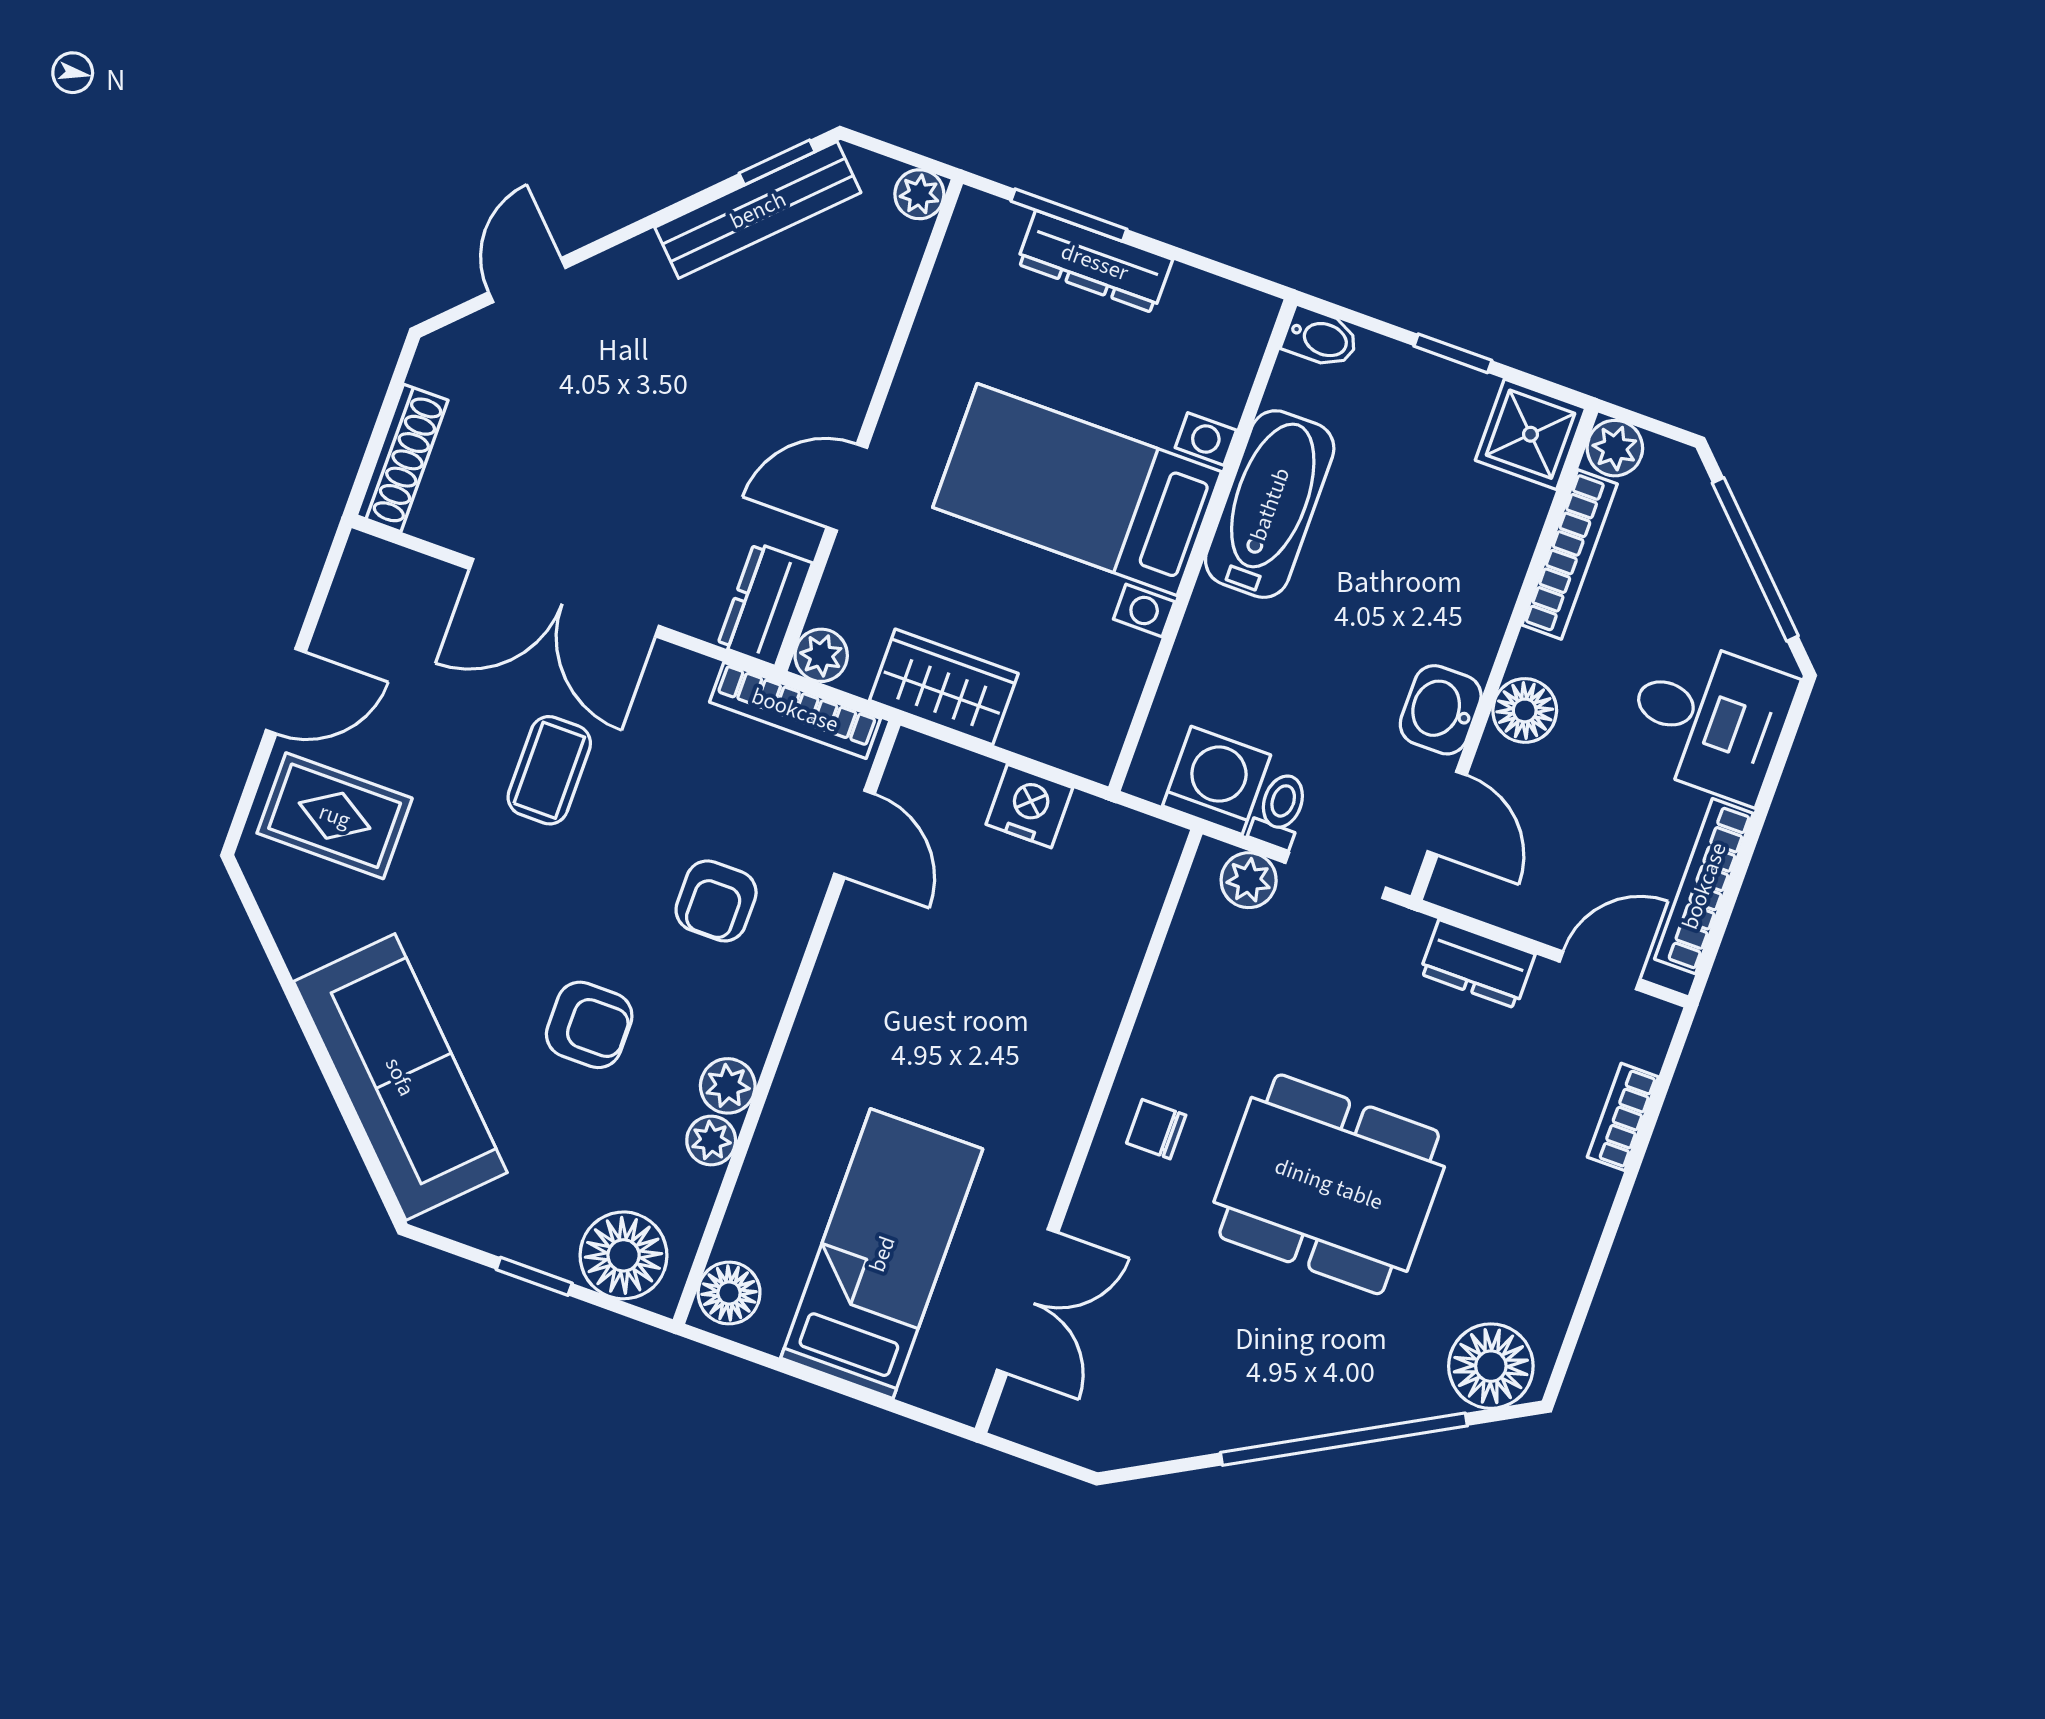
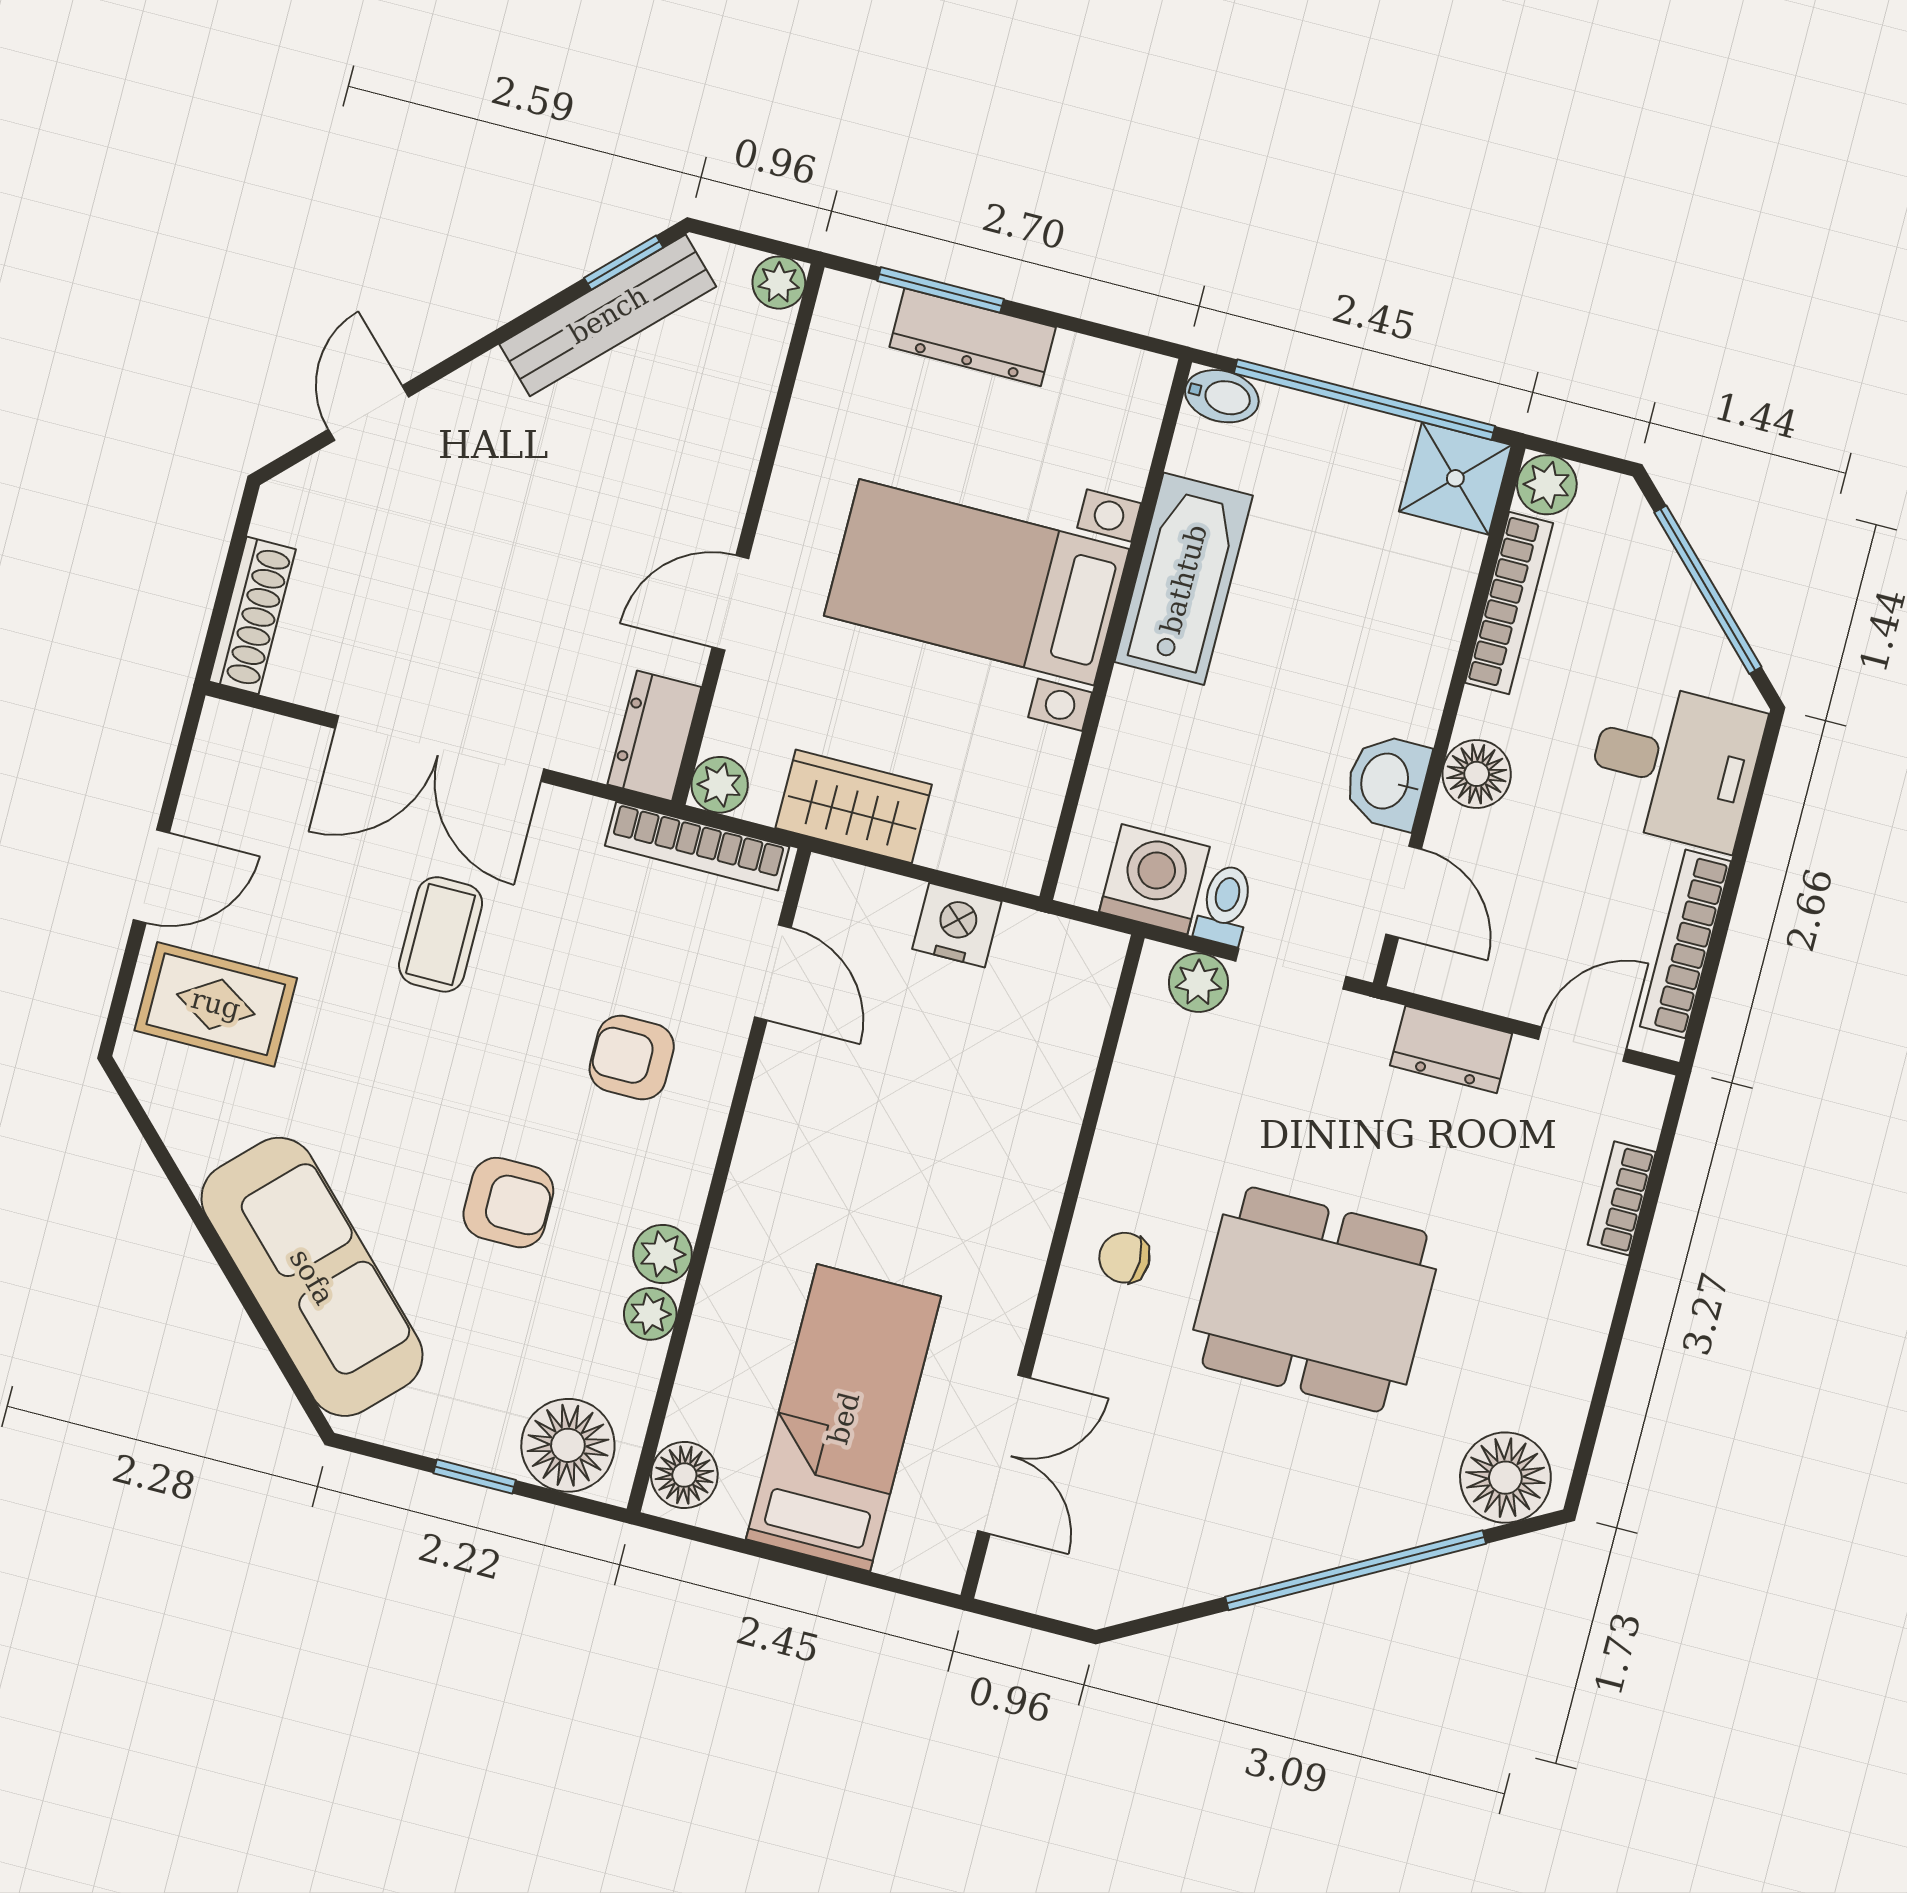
window: (1453, 353) -> (1364, 400), width x3.17
armchair: (716, 901) -> (632, 1058), turned 90

